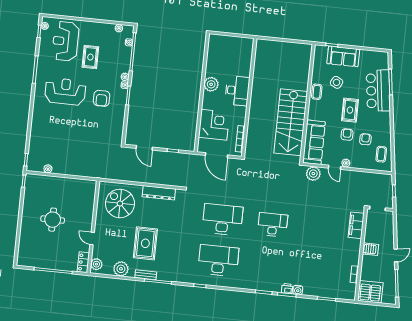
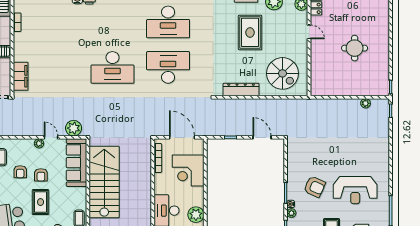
armchair: (102, 98) -> (315, 187), turned 114
desk: (222, 220) -> (168, 67), turned 180
desk: (273, 225) -> (112, 67), width x1.36, depth x1.30

